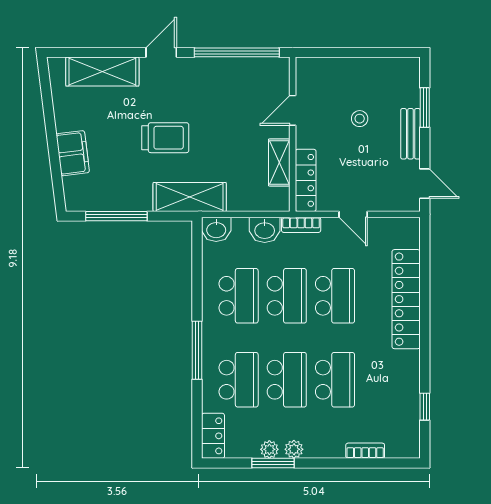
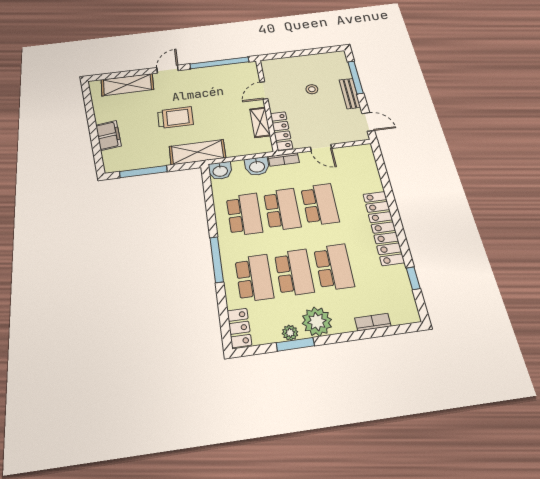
window: (425, 107) -> (356, 77), width x1.44
locker: (406, 299) -> (383, 228), moved
plant: (294, 449) -> (317, 322), width x1.87, depth x1.87

